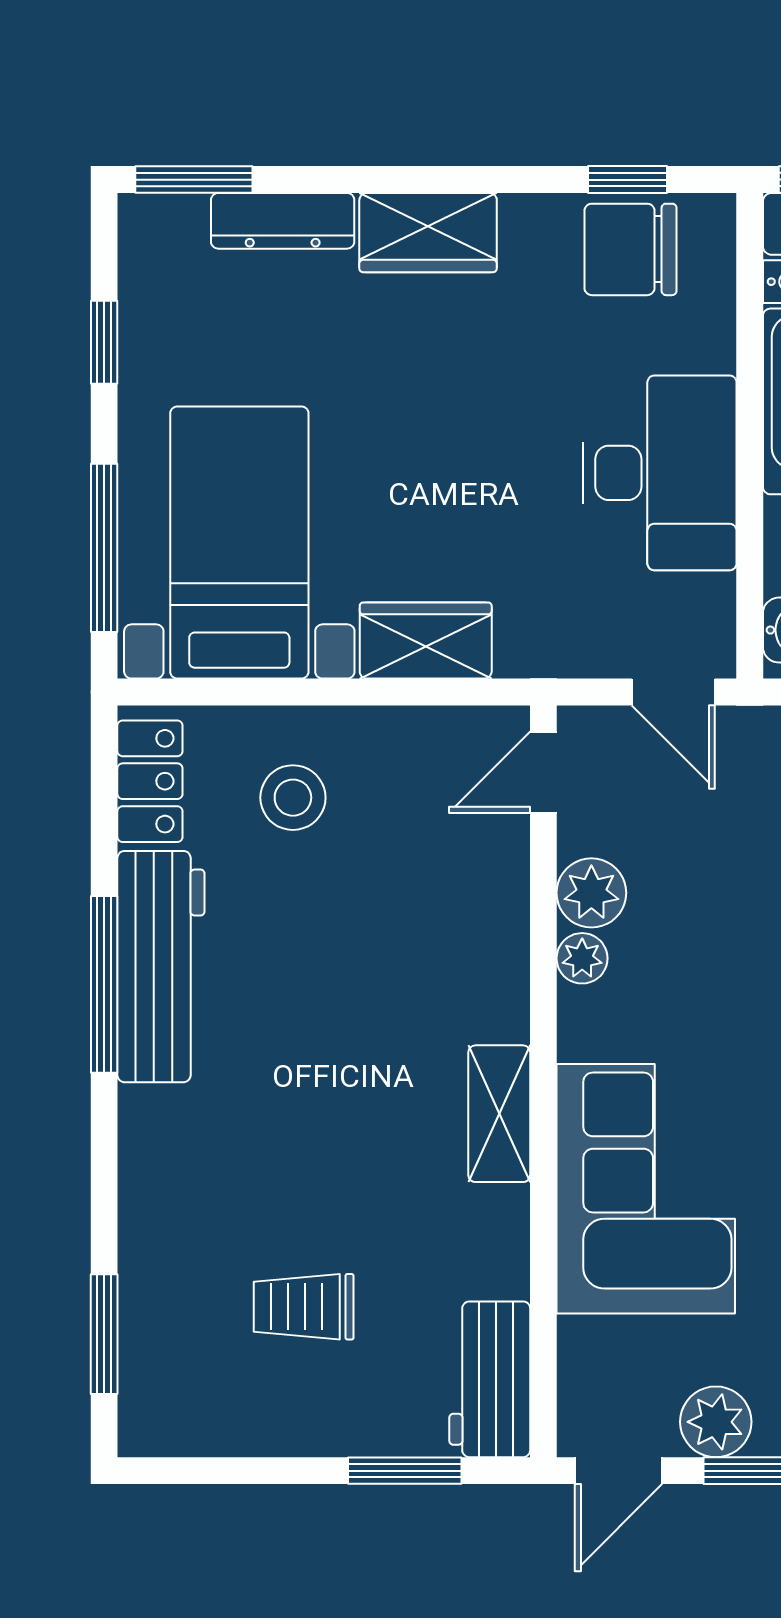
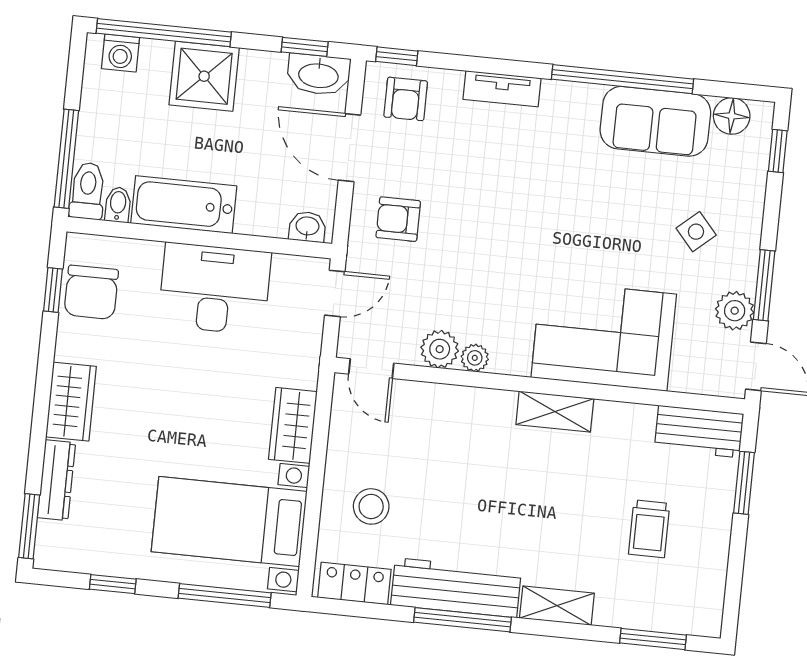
shelving: (147, 1153) -> (557, 606), added

